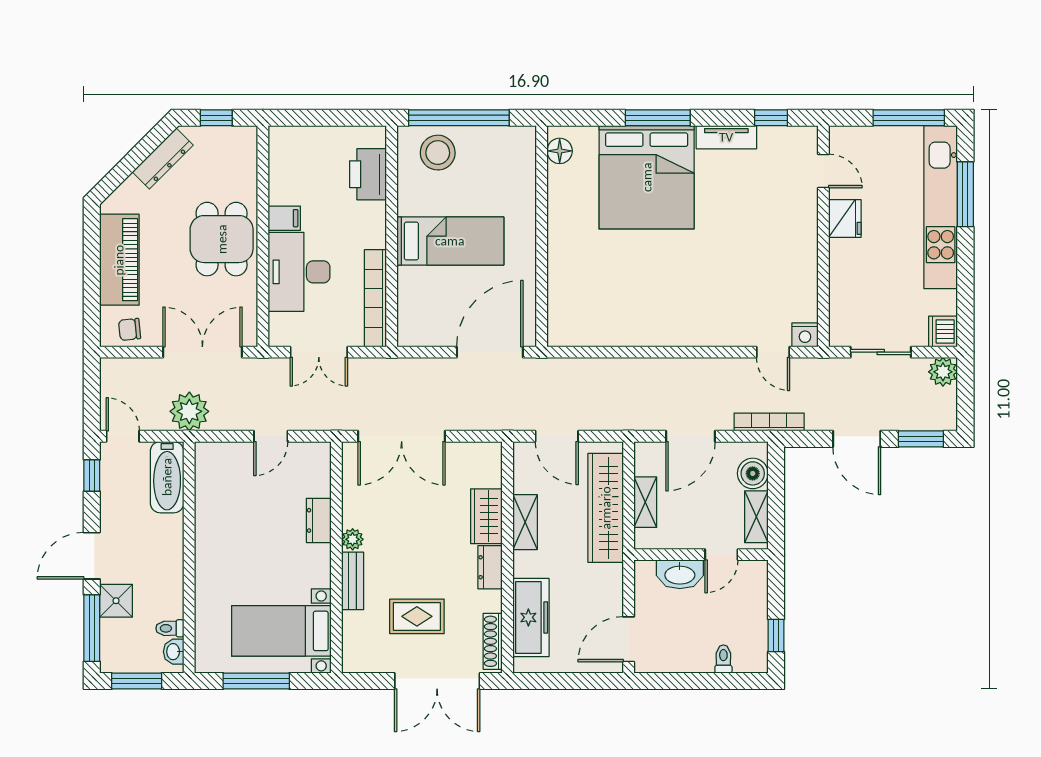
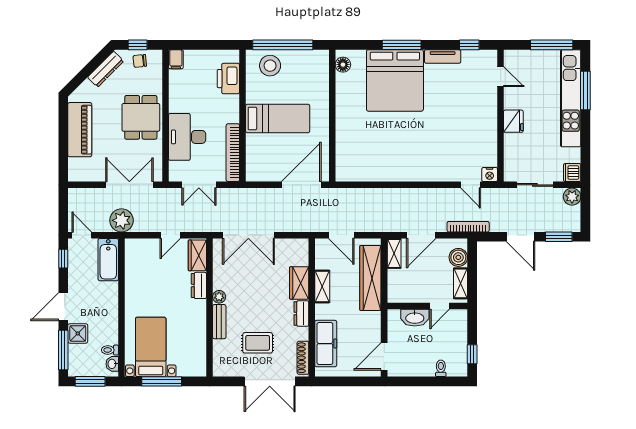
filing cabinet: (284, 218) -> (176, 59), moved, turned 90
fridge: (845, 219) -> (513, 121), moved
chair: (130, 329) -> (140, 61), moved
wardrobe: (316, 470) -> (197, 255), added
shelving: (645, 502) -> (394, 253), moved
bed with nightstands: (281, 631) -> (151, 347), moved, turned 90

